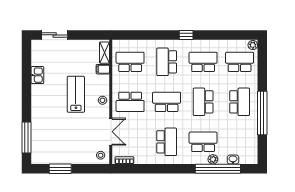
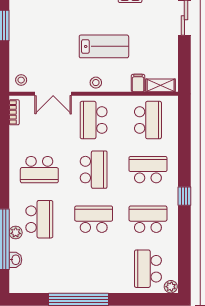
school desk: (203, 62) -> (148, 219), turned -90
school desk: (240, 62) -> (148, 269), turned 180
school desk: (240, 102) -> (94, 269), removed

